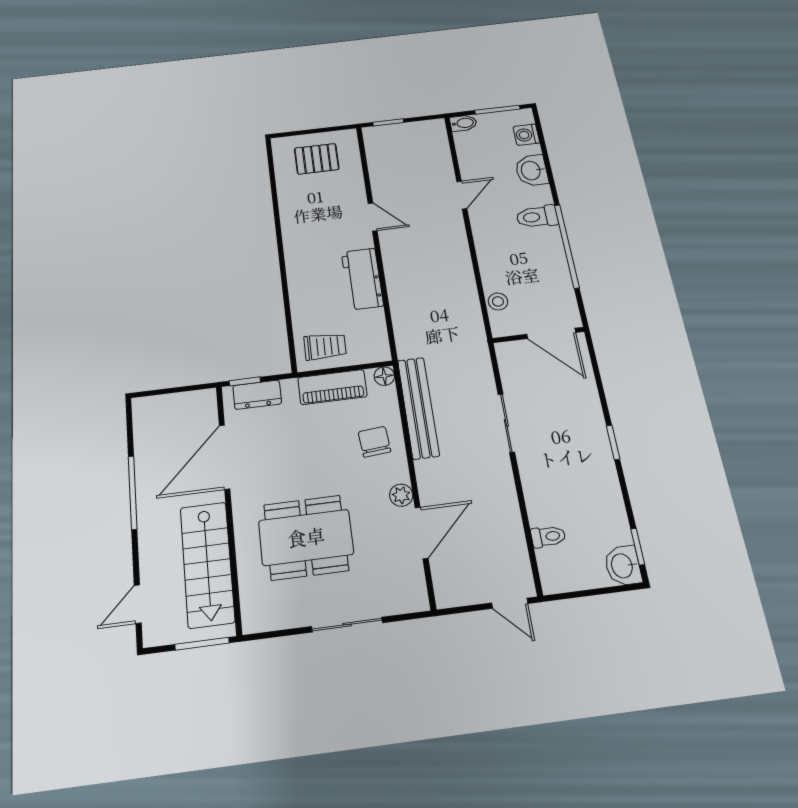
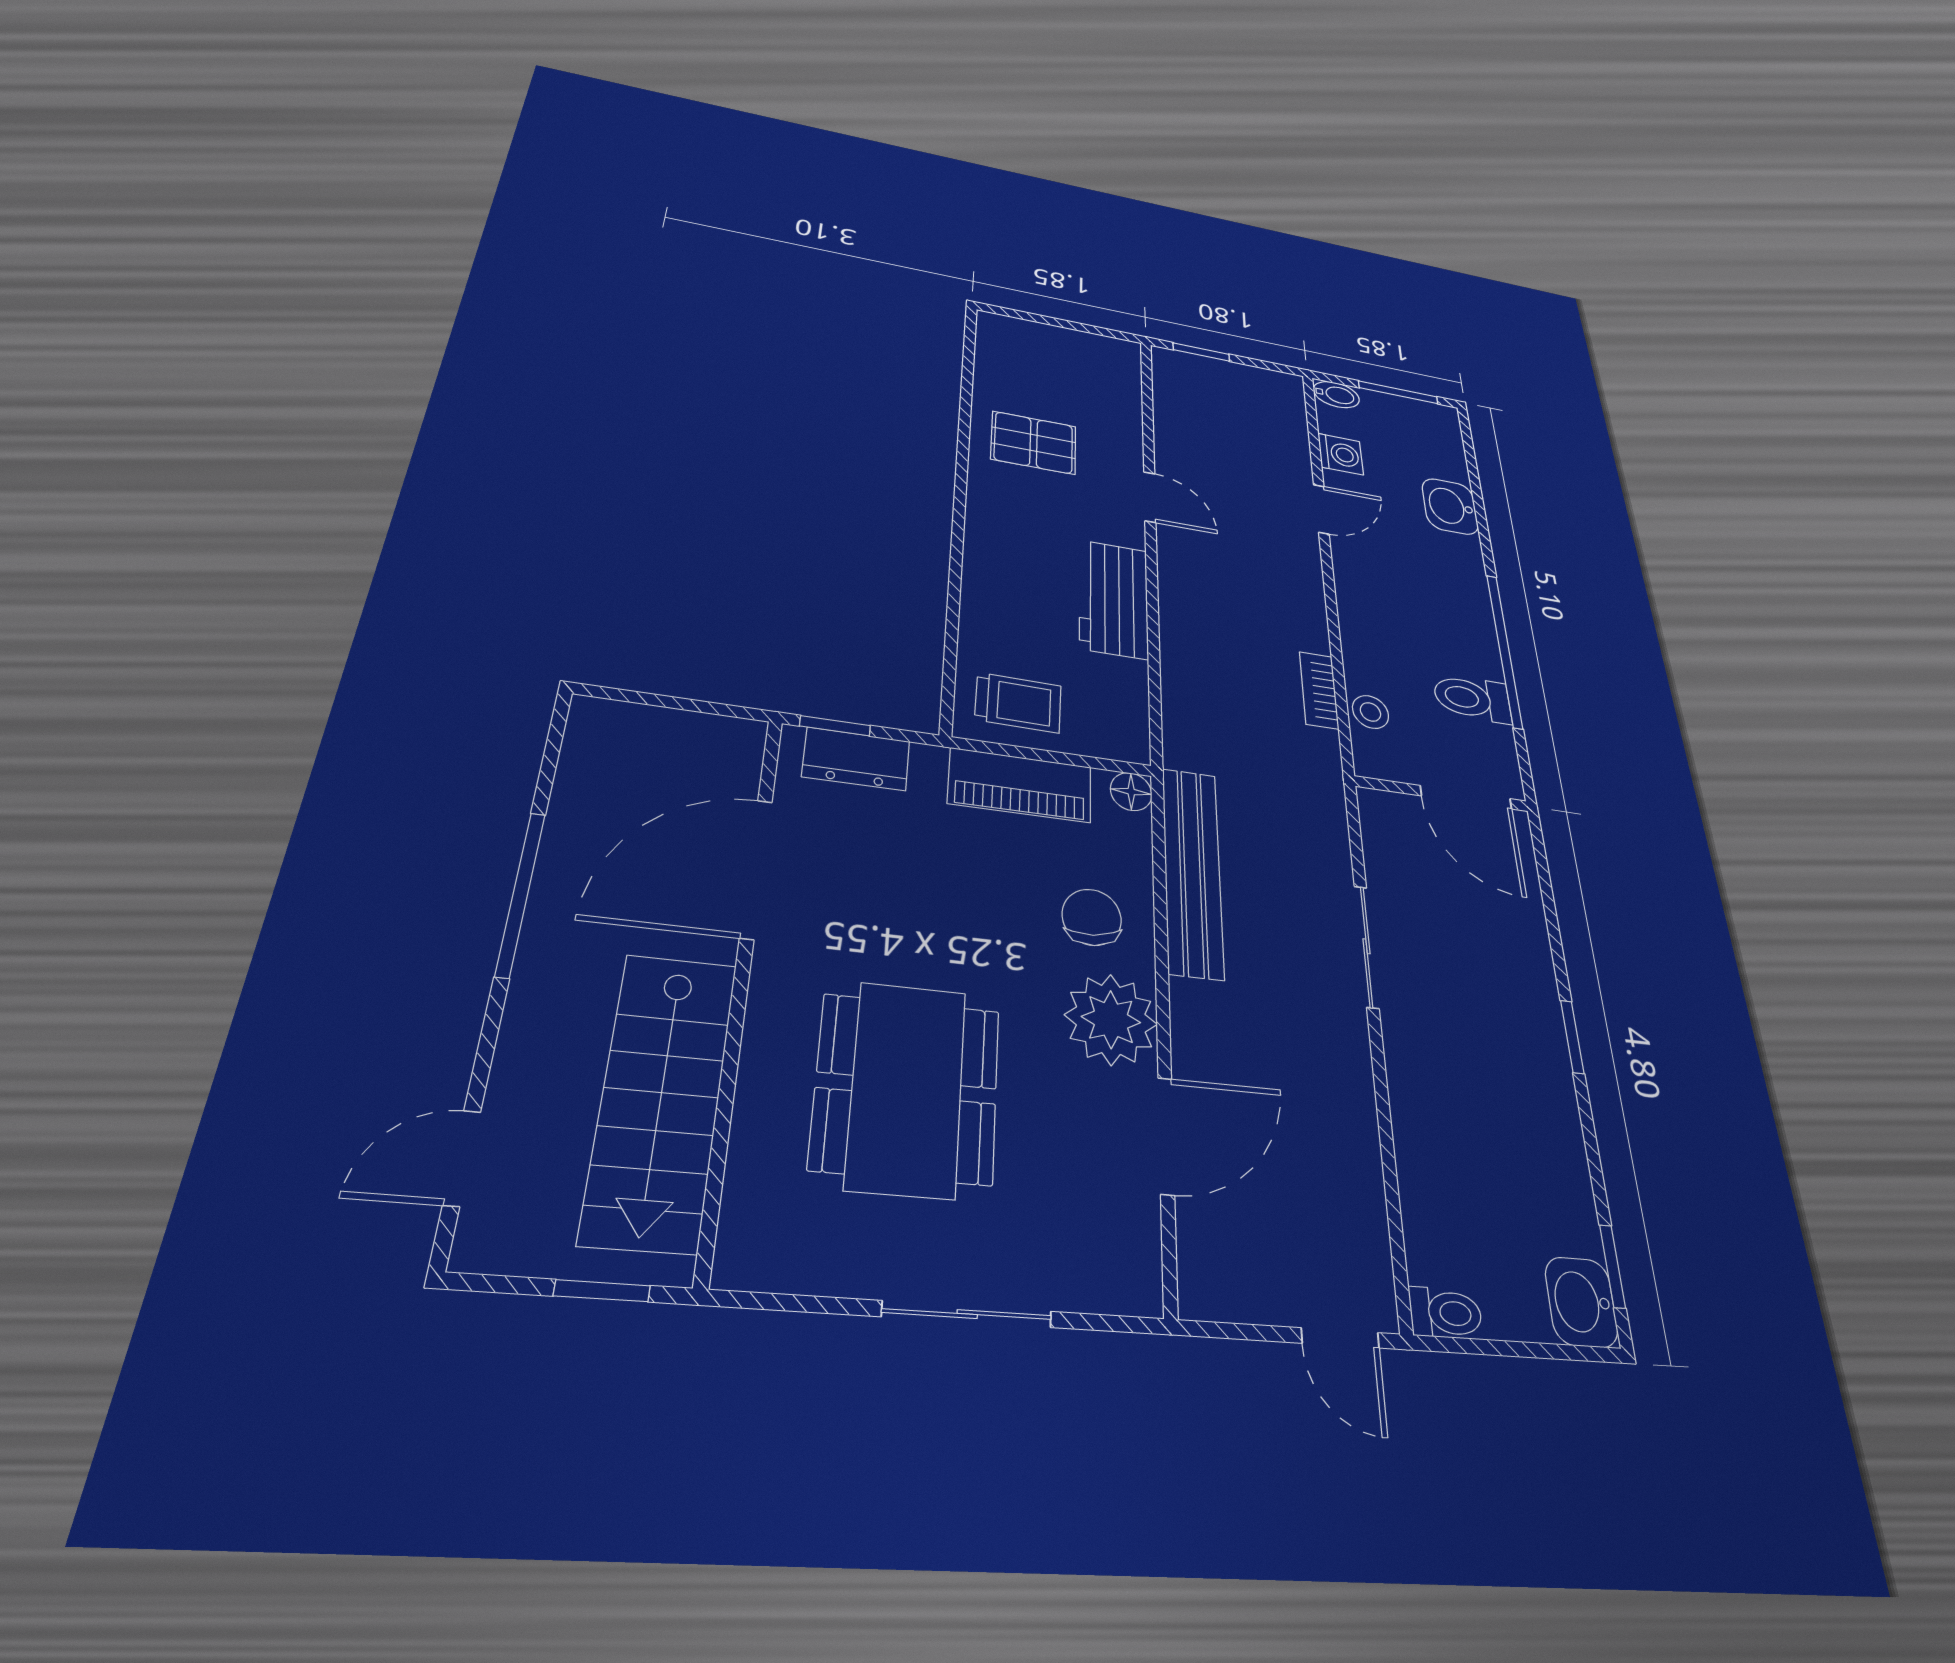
washing machine: (526, 135) -> (1341, 454), moved, turned 180
pallet: (317, 159) -> (1034, 443), moved
toilet: (537, 217) -> (1472, 698), moved
bookcase: (470, 297) -> (1319, 690), added
plant: (401, 495) -> (1111, 1020), width x1.88, depth x1.88
toilet: (548, 536) -> (1446, 1313), moved
dining table: (306, 537) -> (907, 1088), turned 90
window: (202, 644) -> (602, 1291), width x0.67

